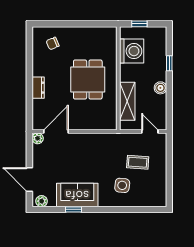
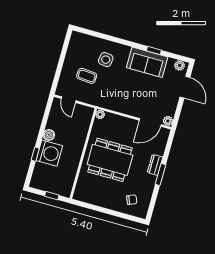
washing machine: (132, 51) -> (49, 153), moved, turned 180
window: (29, 79) -> (161, 174), added
dining table: (88, 79) -> (110, 160), width x1.38
shelving: (127, 101) -> (81, 131), removed
plant: (112, 125) -> (100, 114), added

